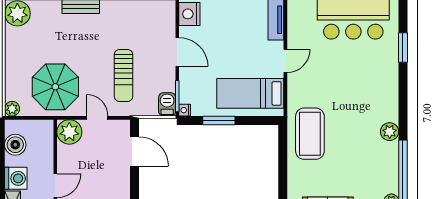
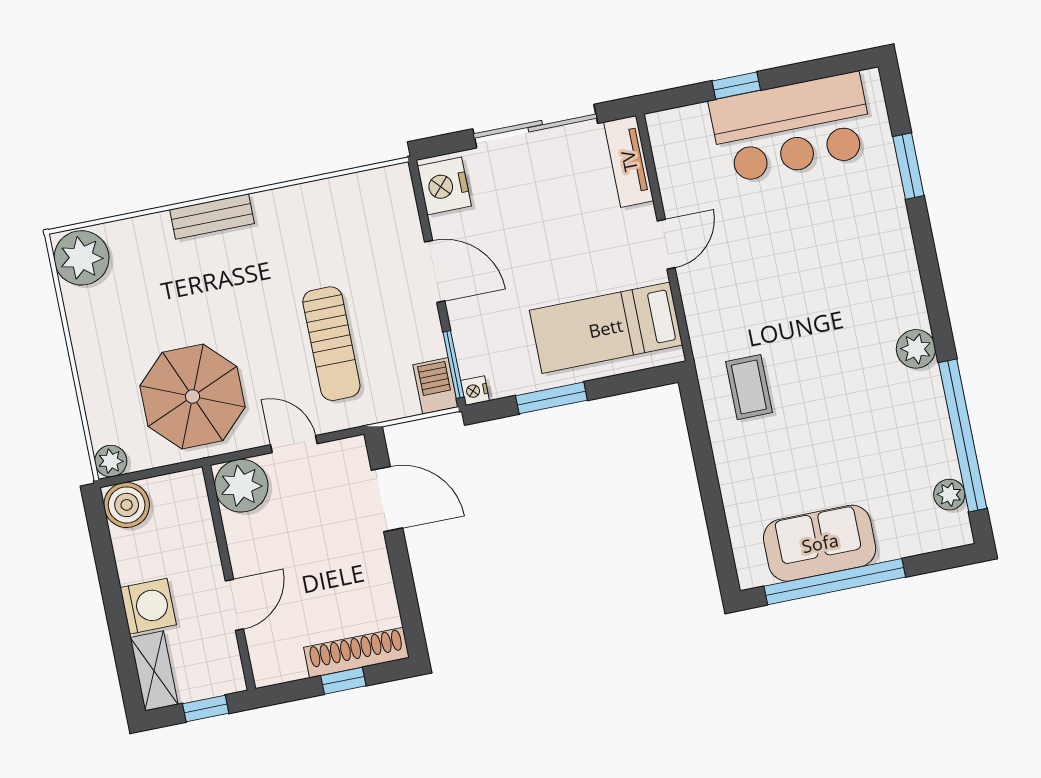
coffee table: (310, 134) -> (749, 387), width x0.54, depth x0.58
boiler: (15, 145) -> (127, 505), moved

